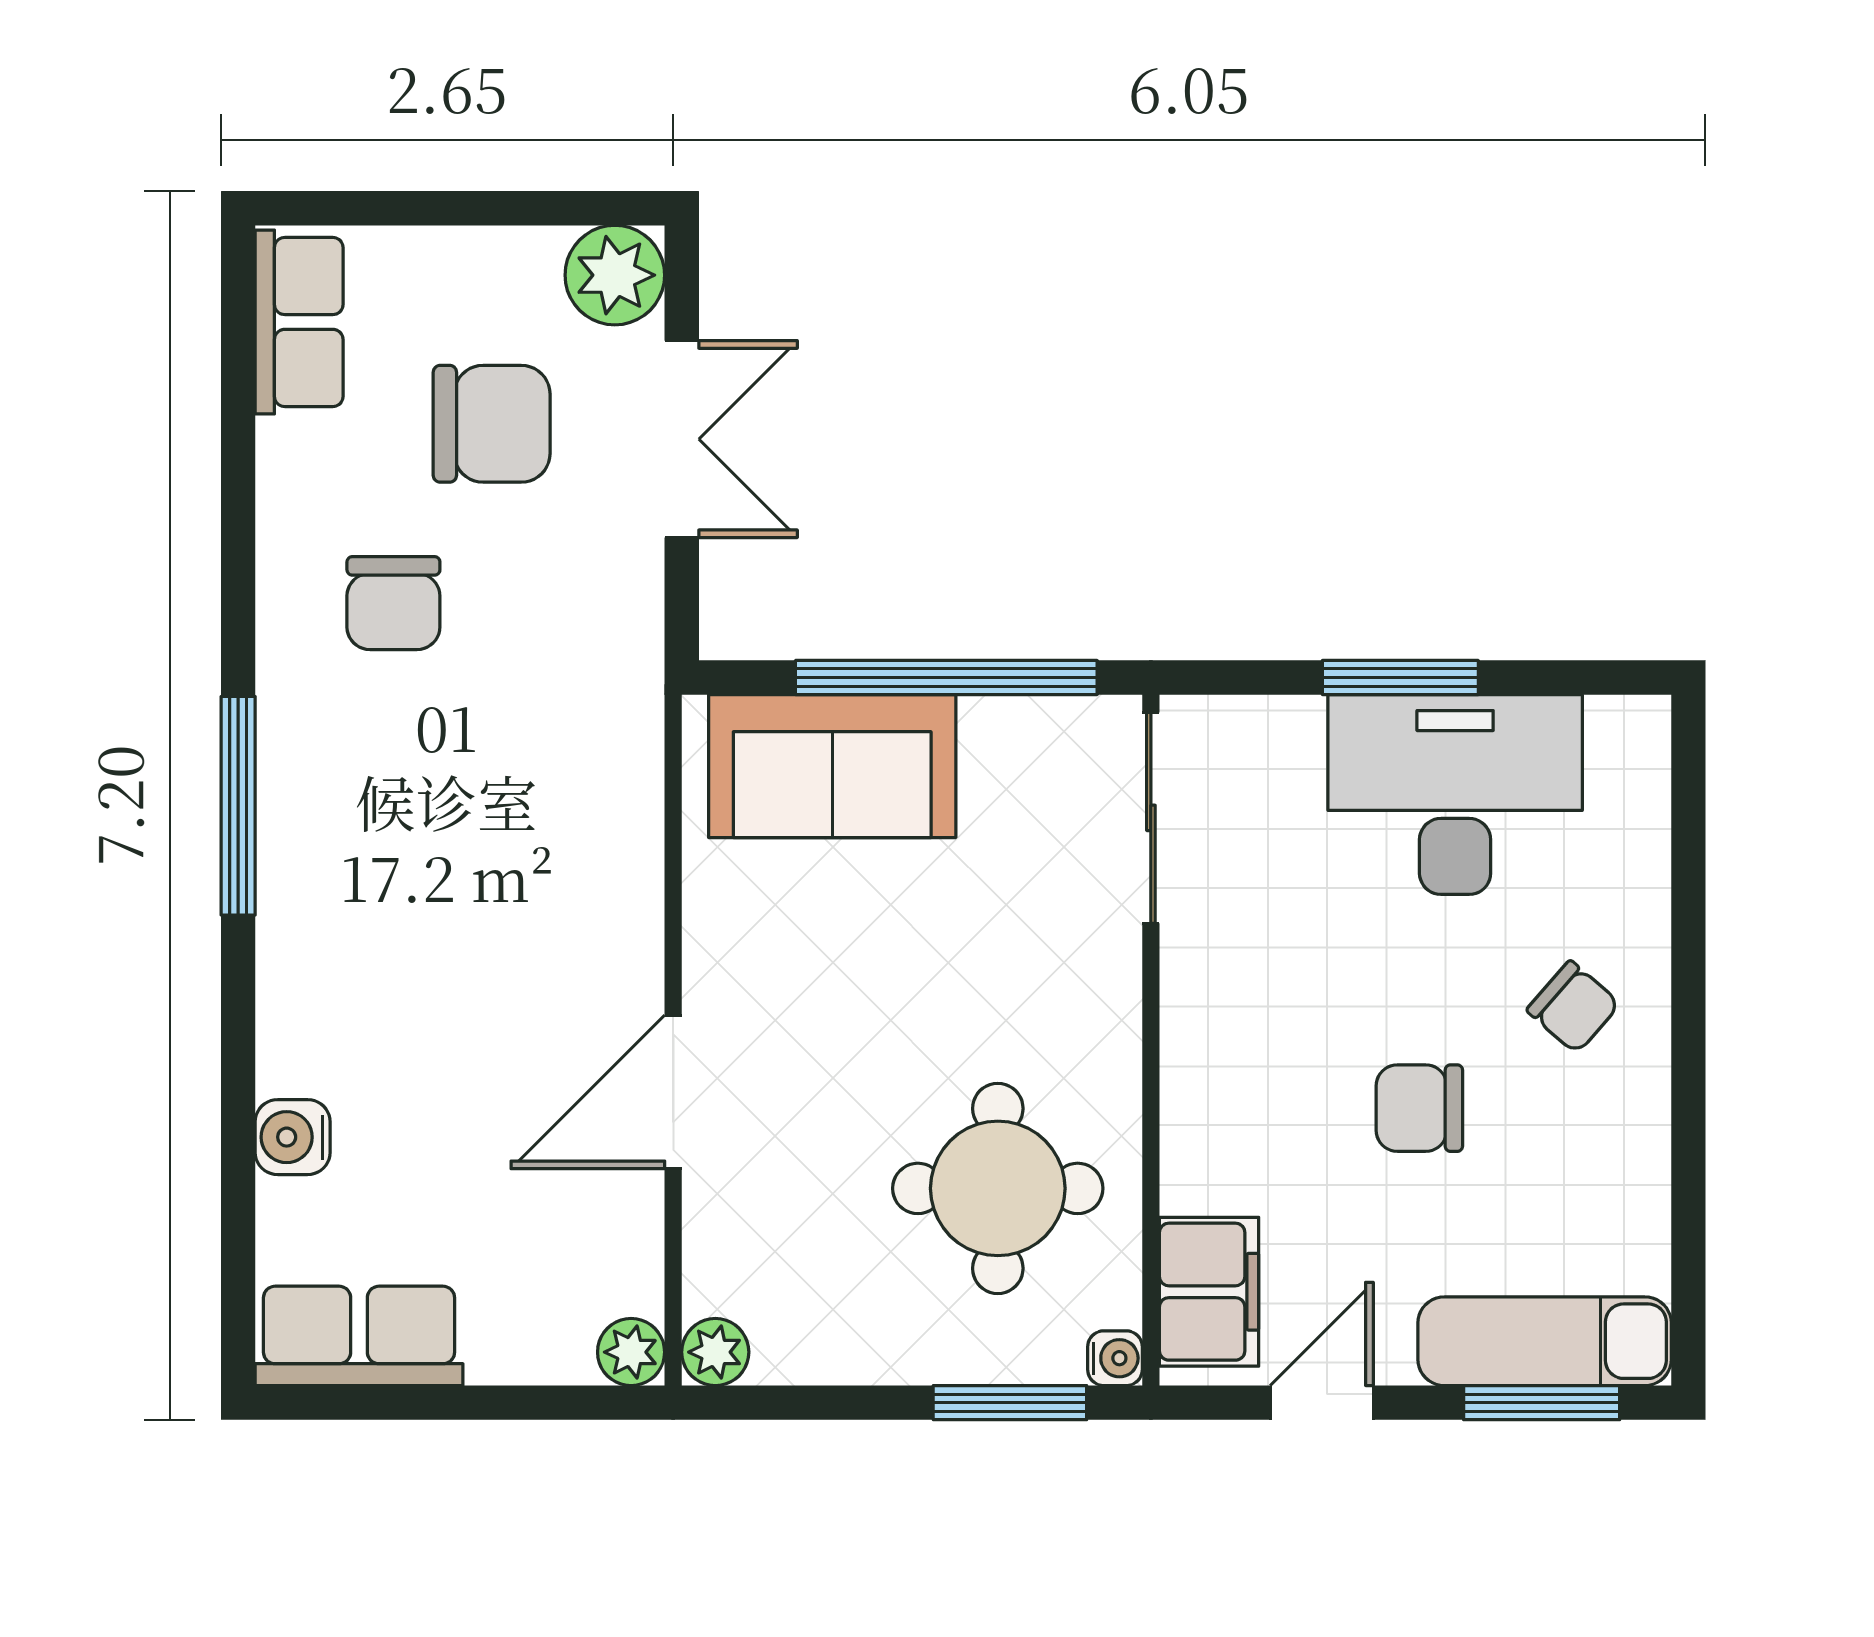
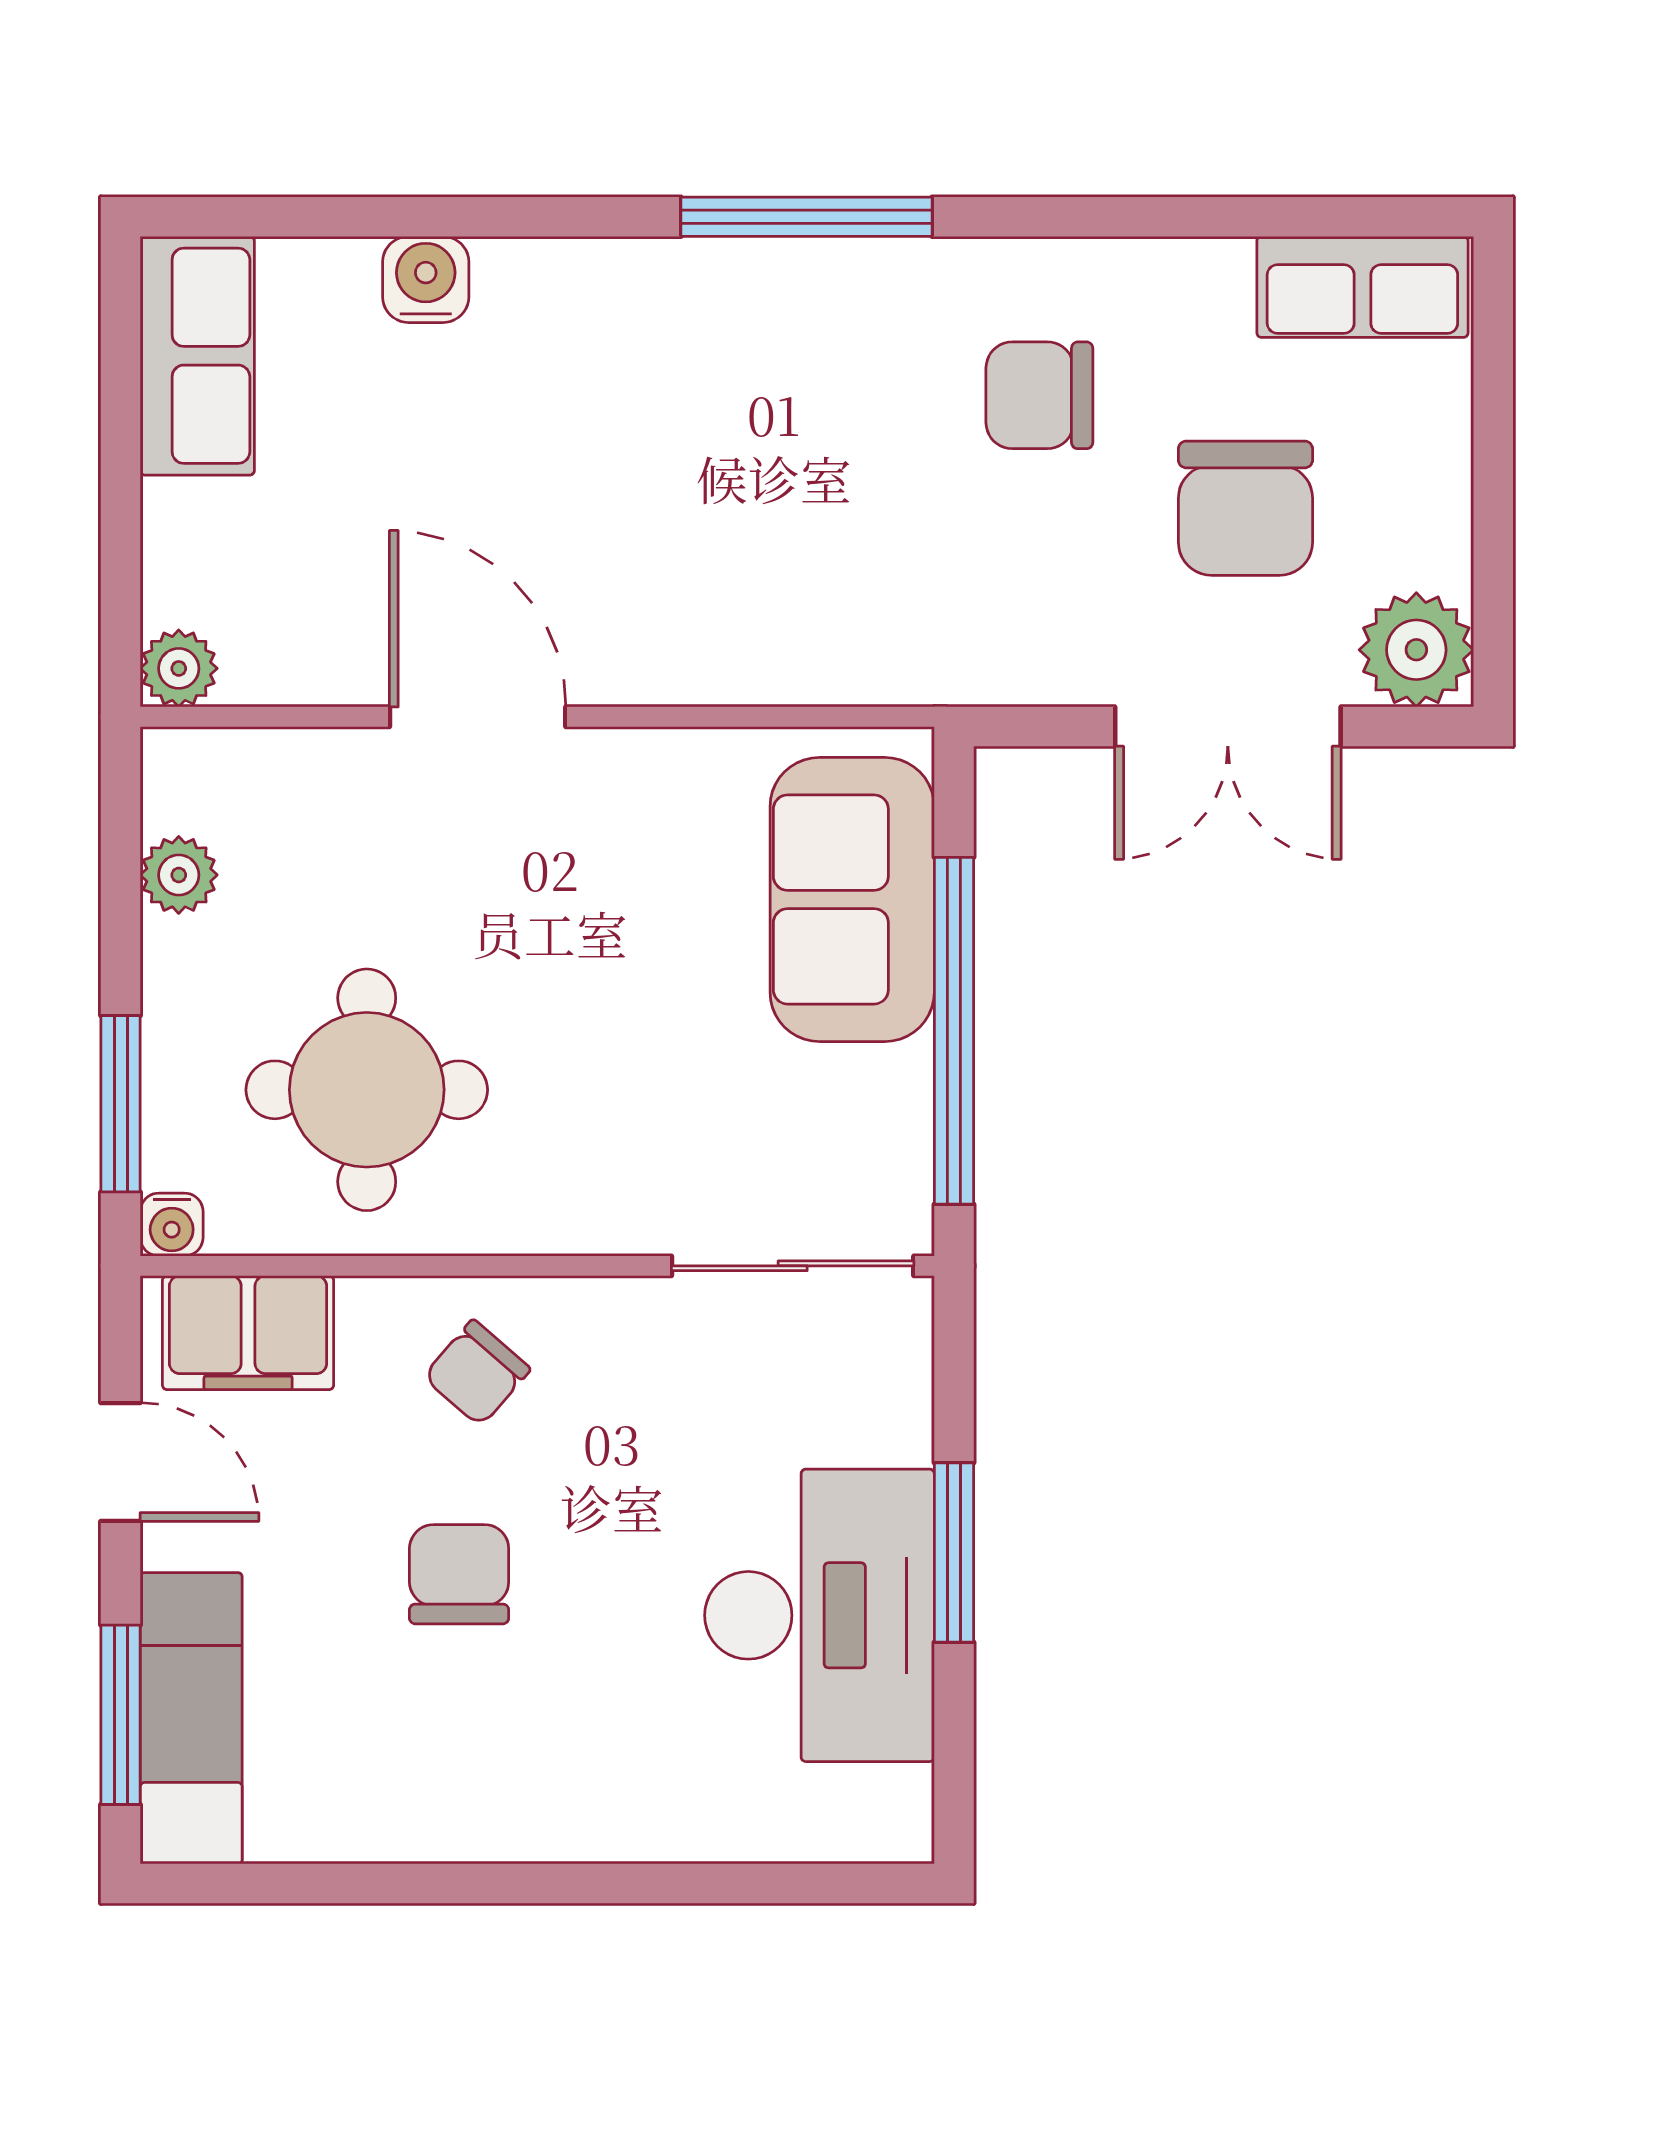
chair: (1573, 1007) -> (477, 1373), moved
plant: (715, 1352) -> (179, 875), moved

